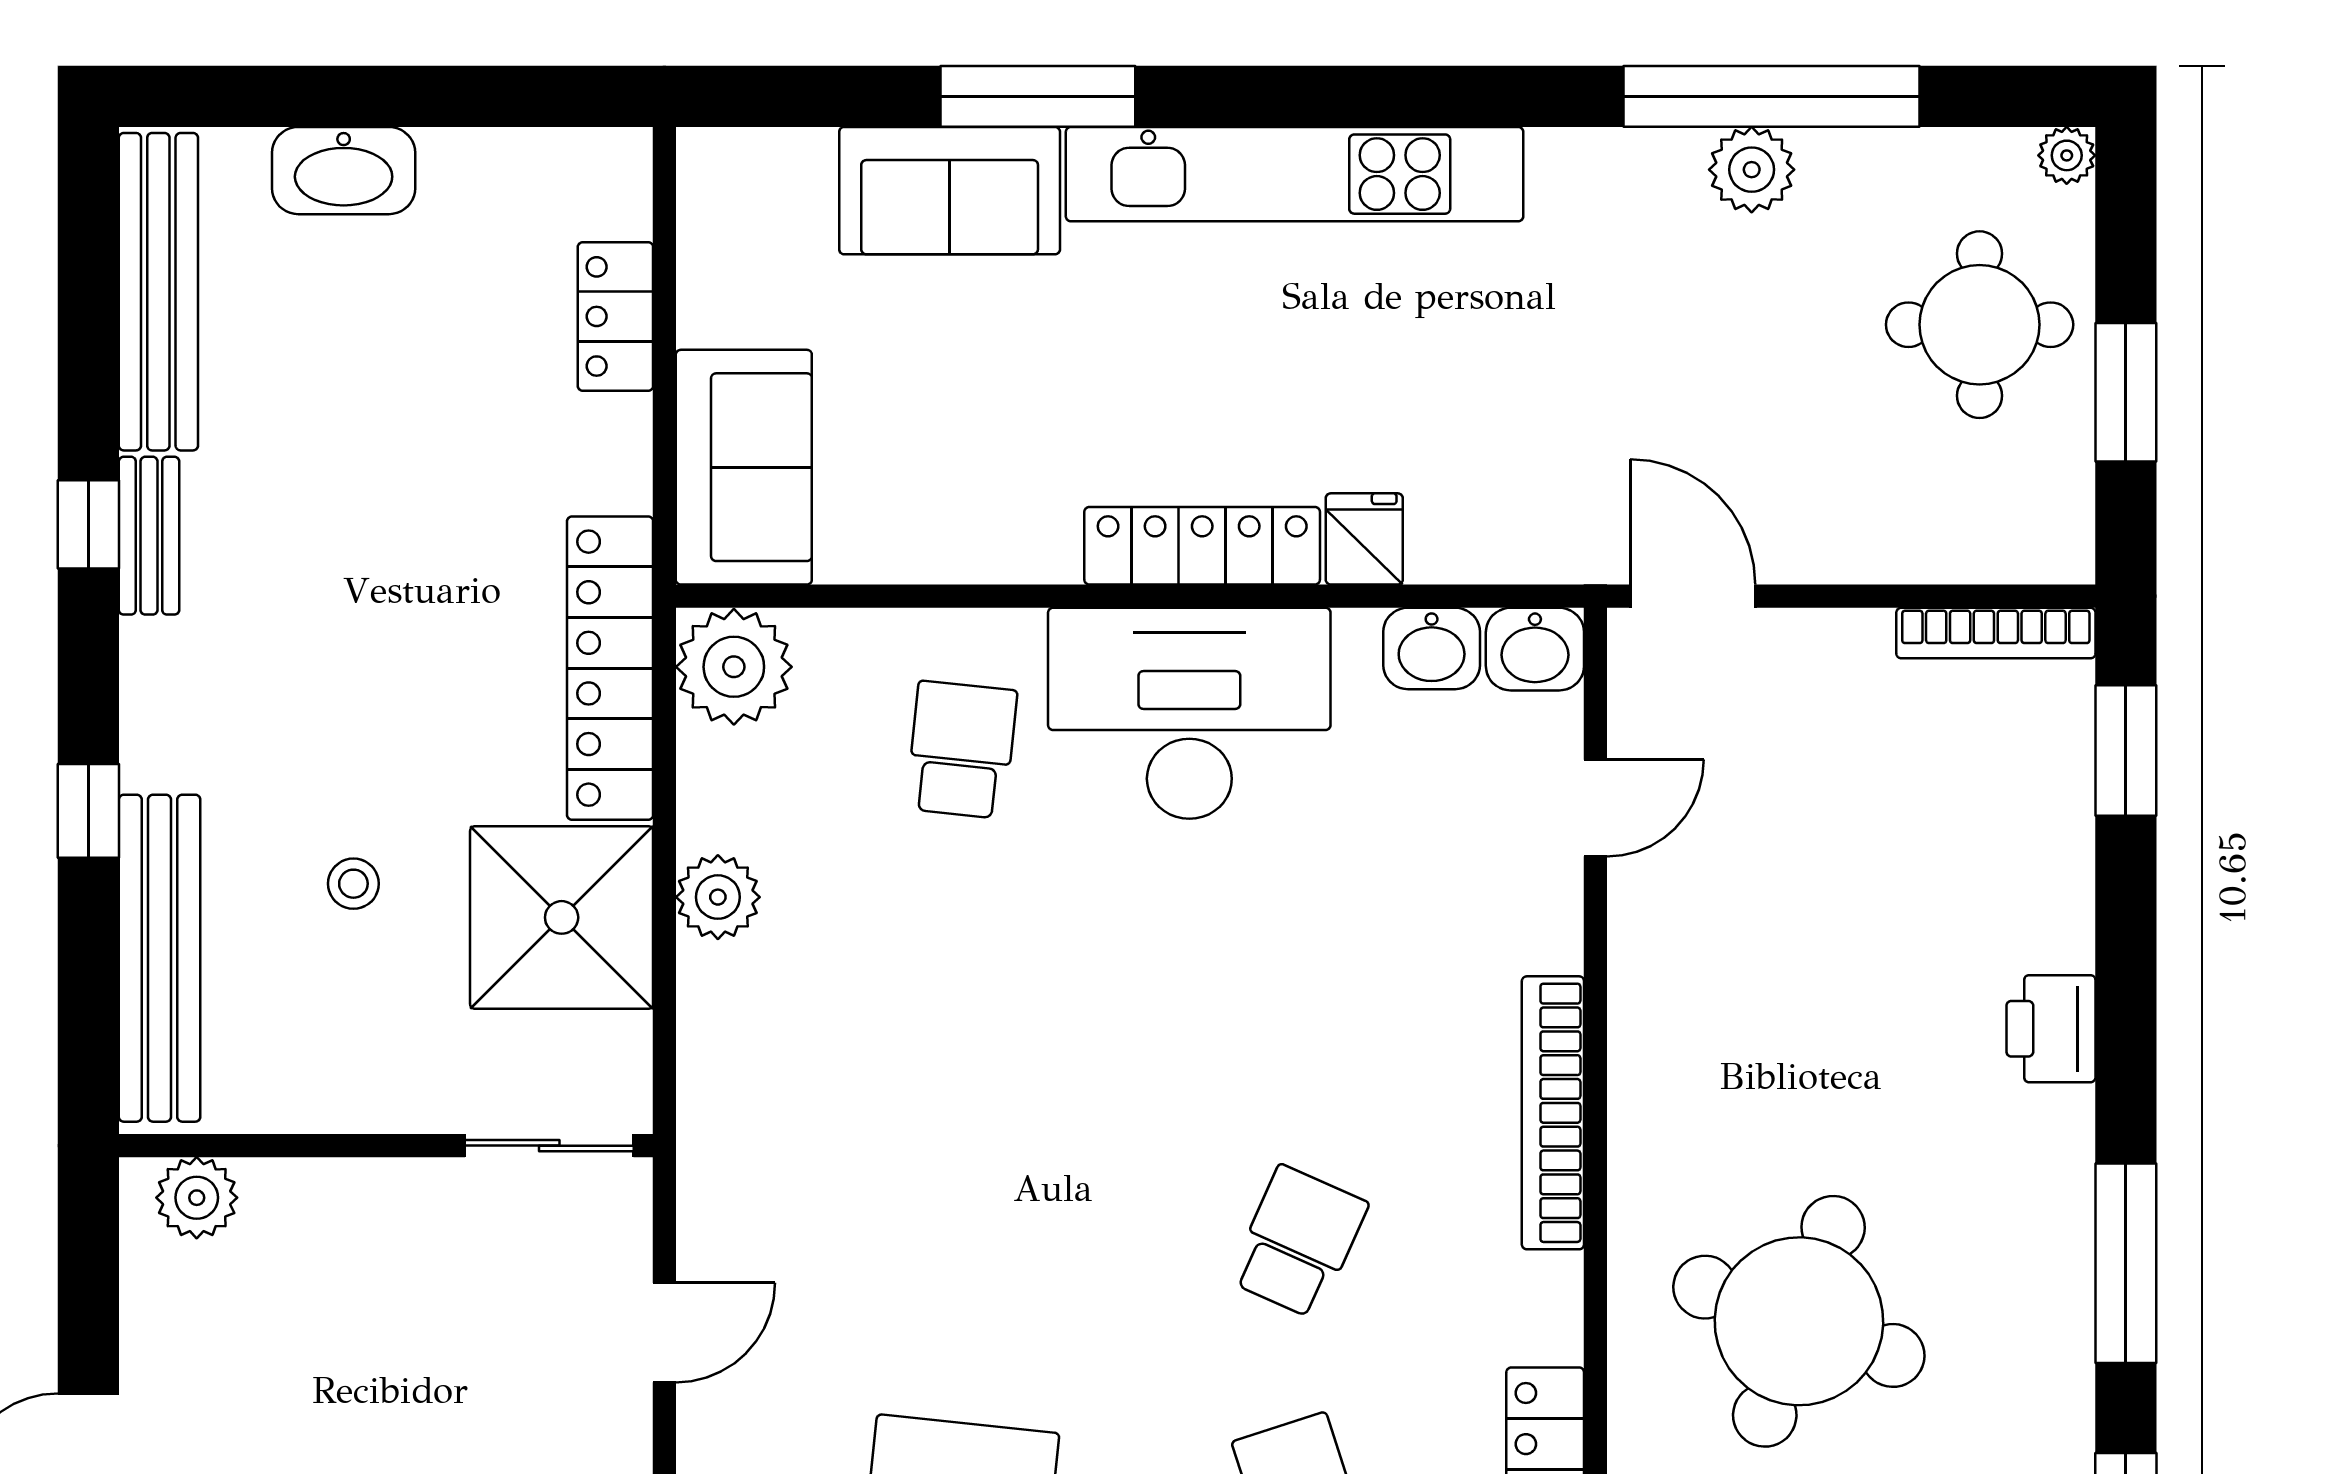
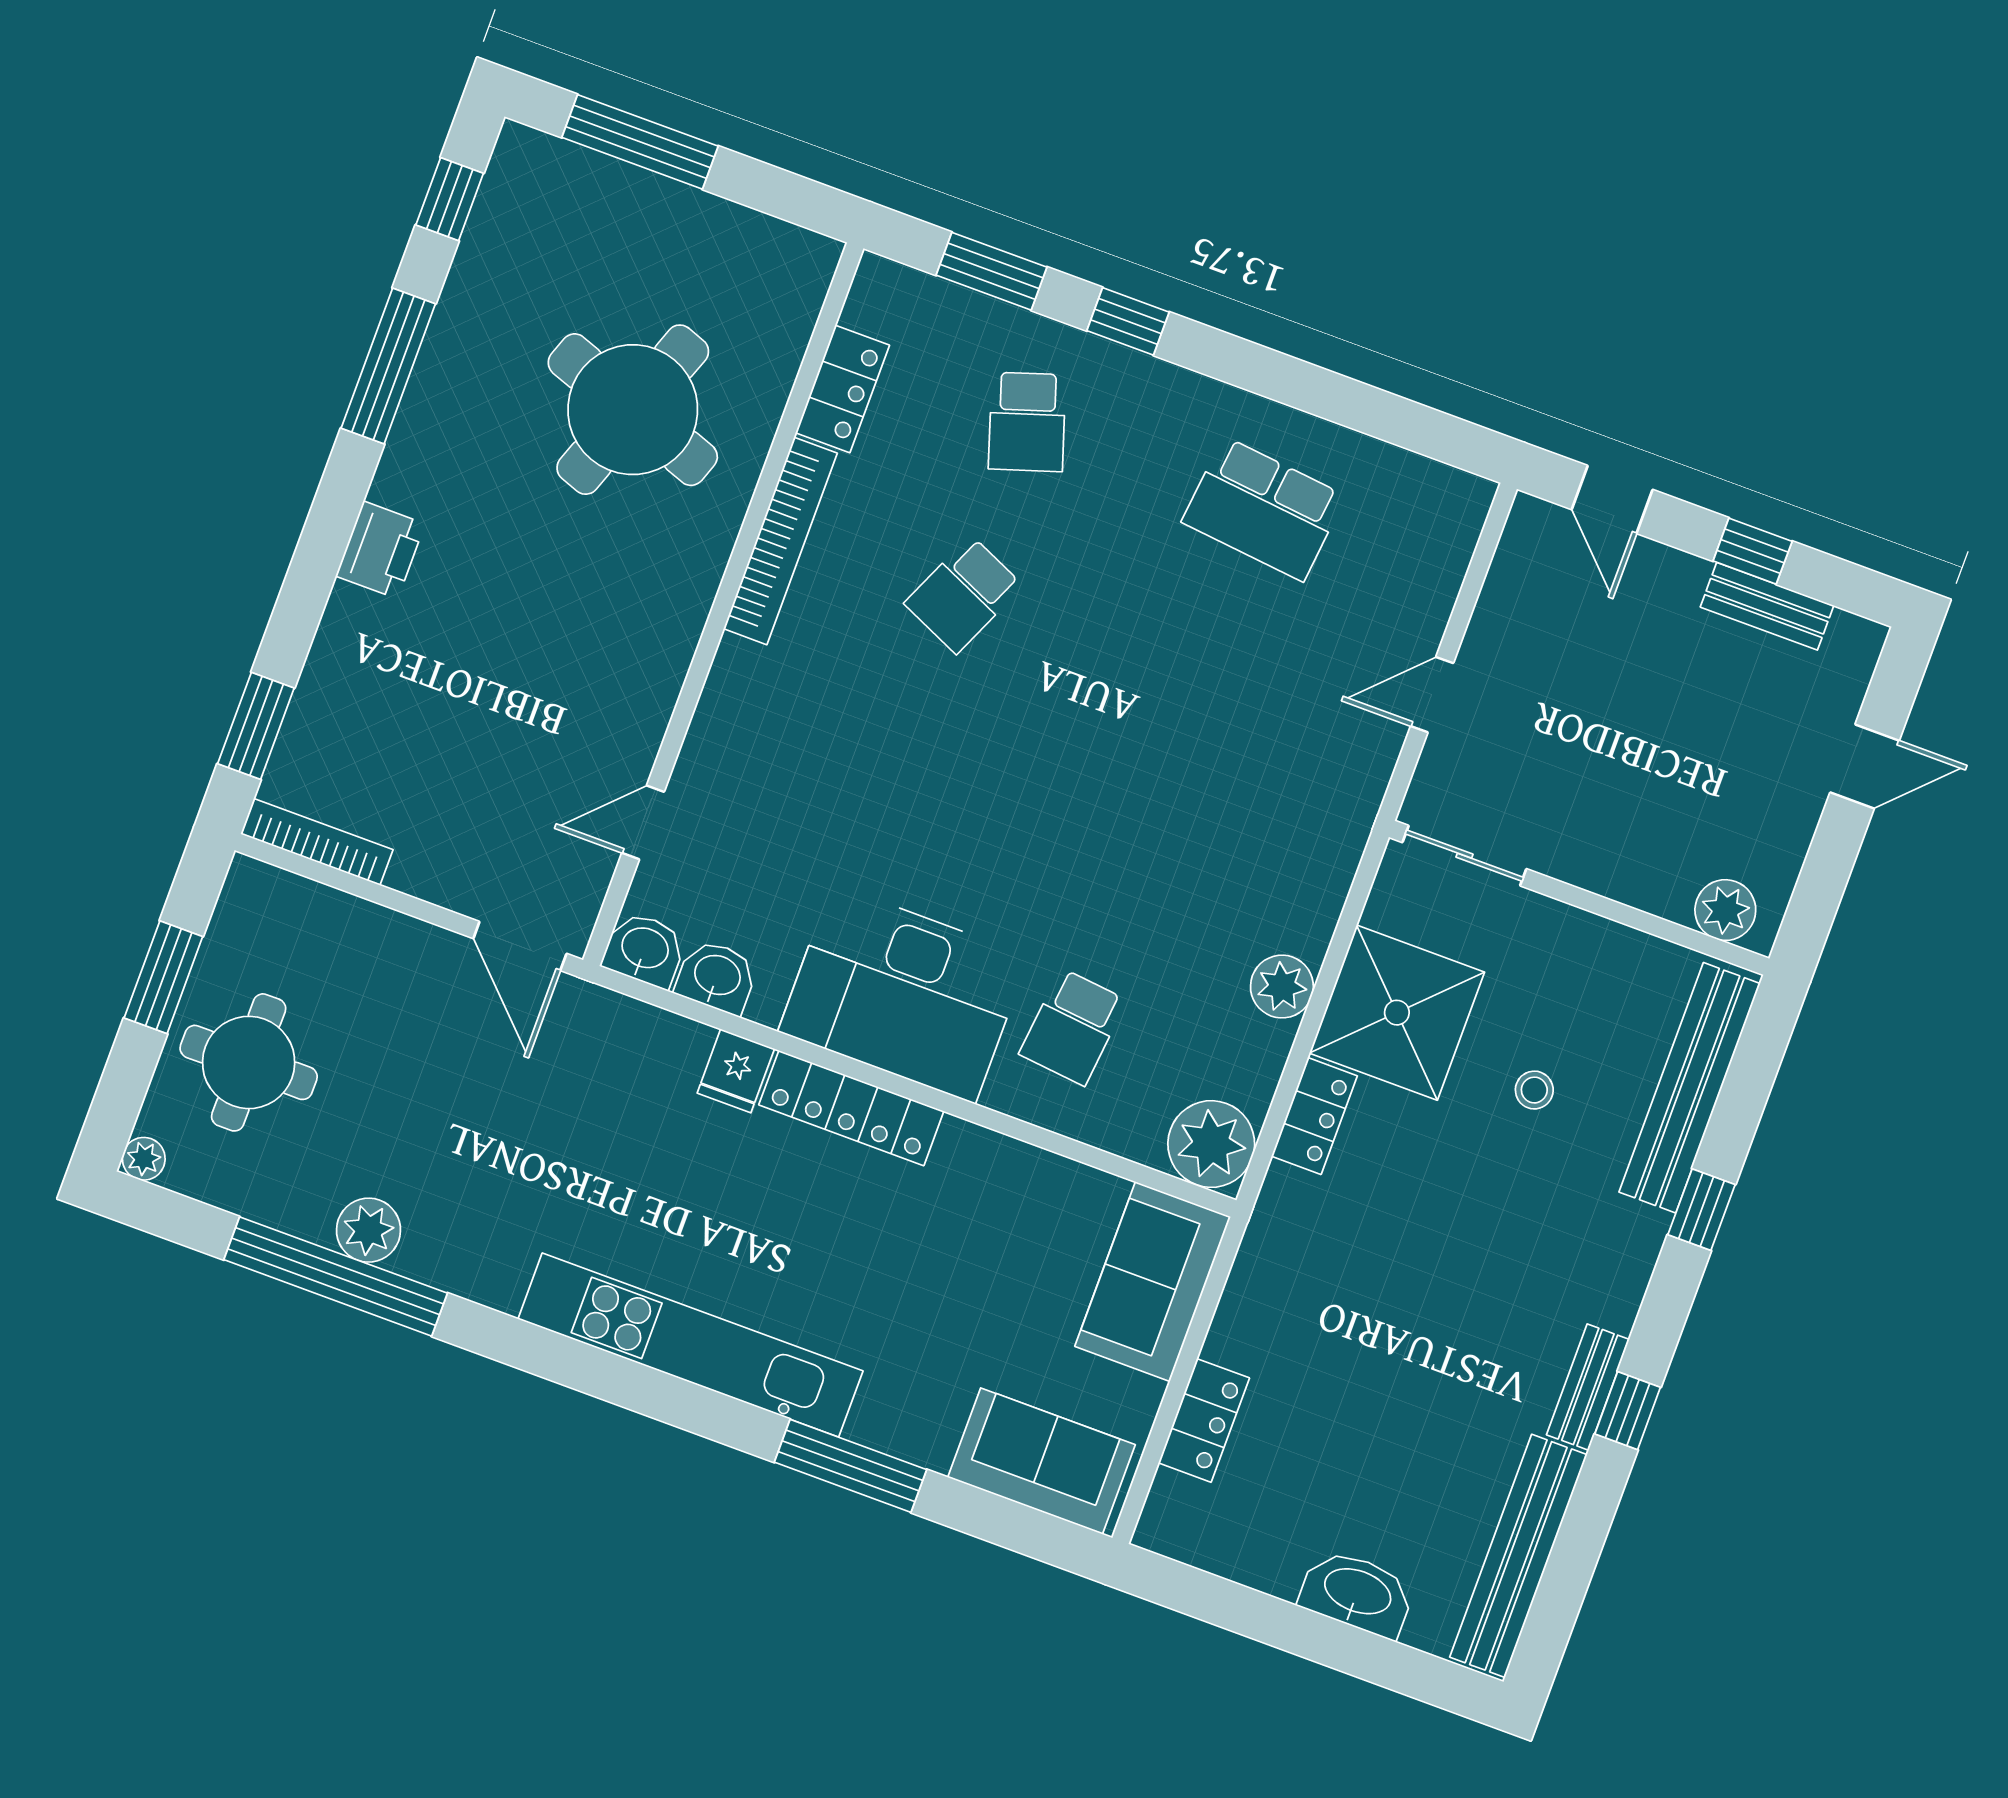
sofa: (950, 191) -> (1042, 1461), moved
locker: (610, 668) -> (1314, 1116), width x0.46, depth x0.83
bookcase: (1553, 1113) -> (780, 541), moved

